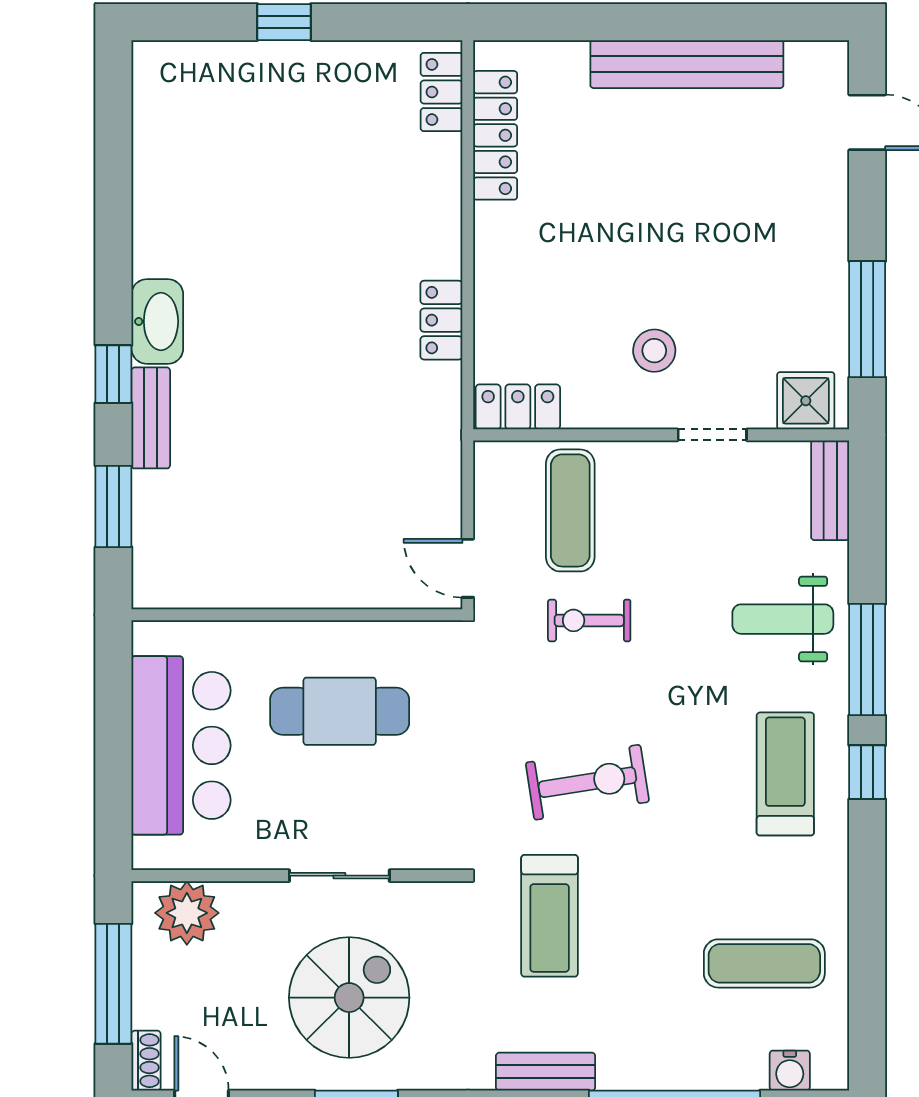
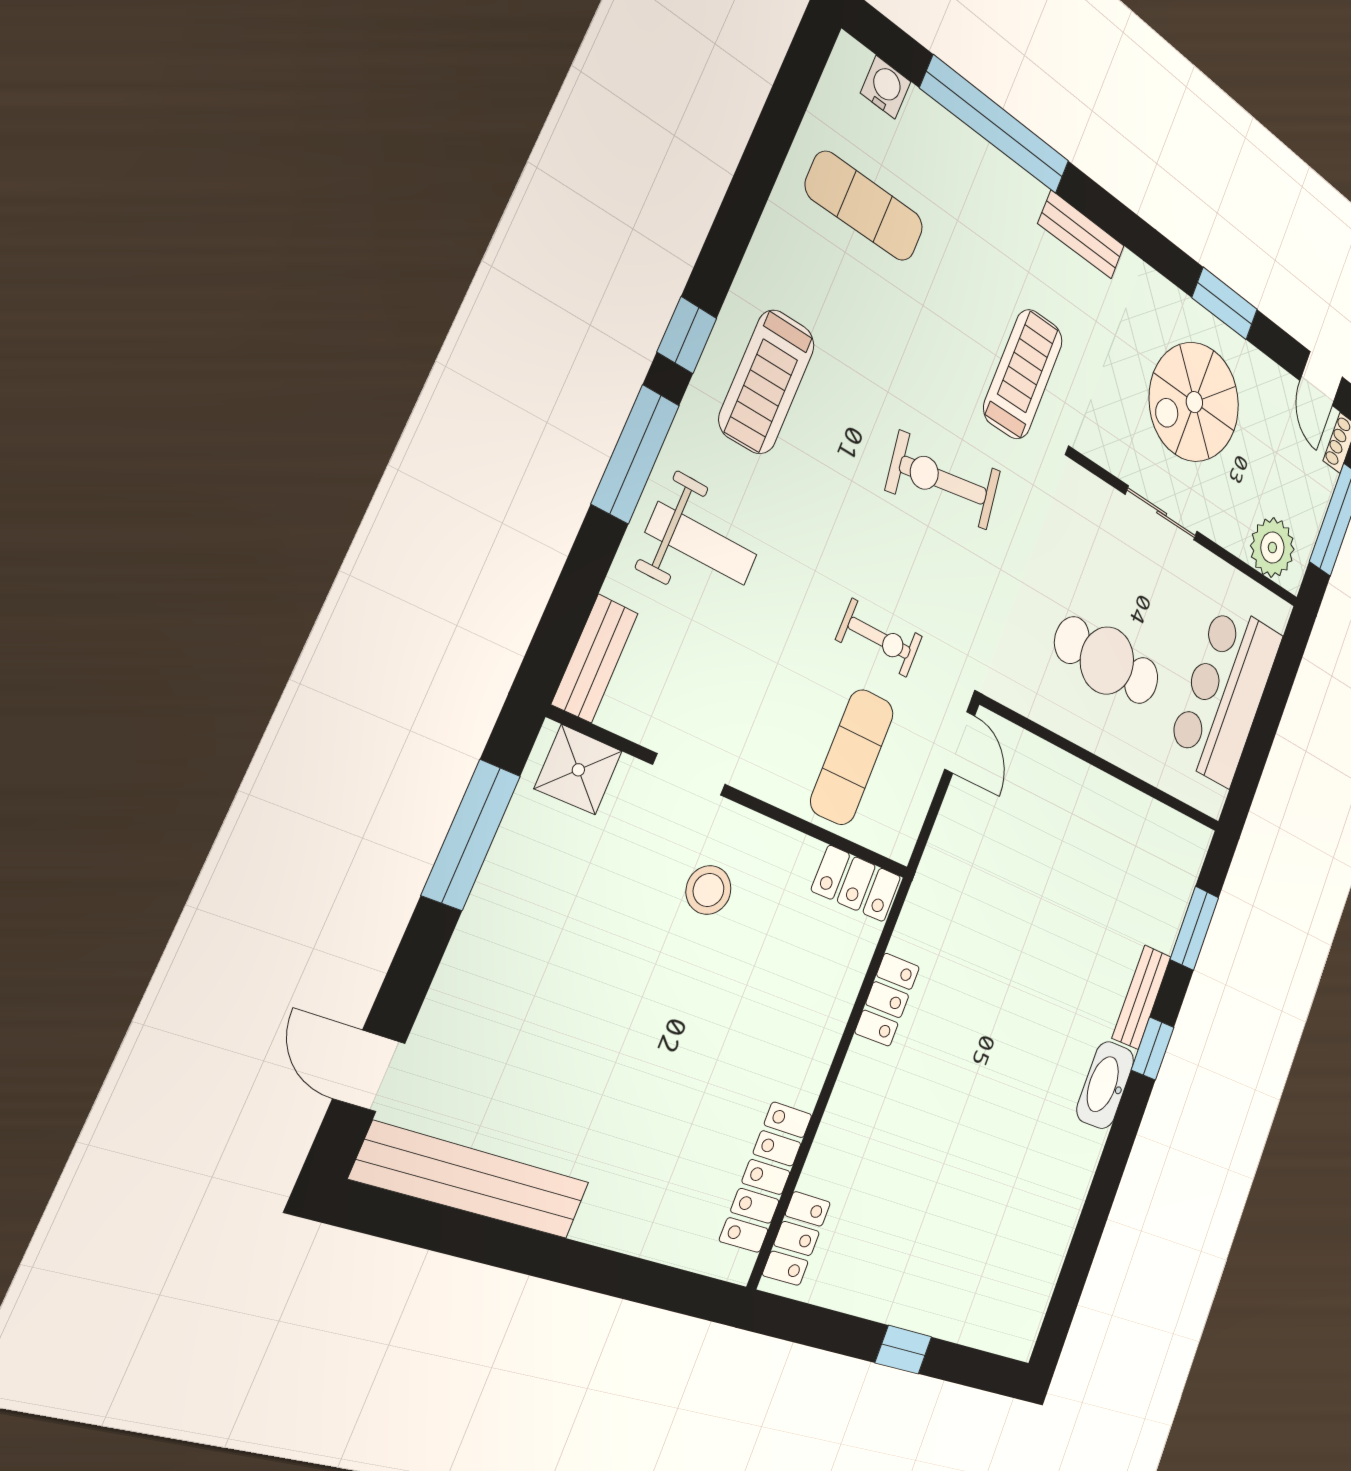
bench: (687, 64) -> (473, 1181), moved

